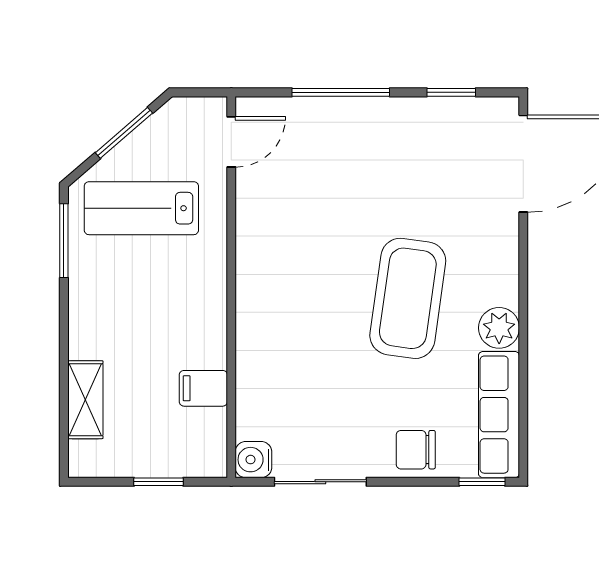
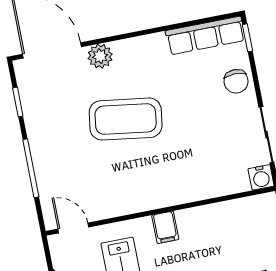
coffee table: (408, 298) -> (126, 119), moved
plant: (499, 328) -> (100, 56), moved
filing cabinet: (203, 388) -> (165, 227), moved

